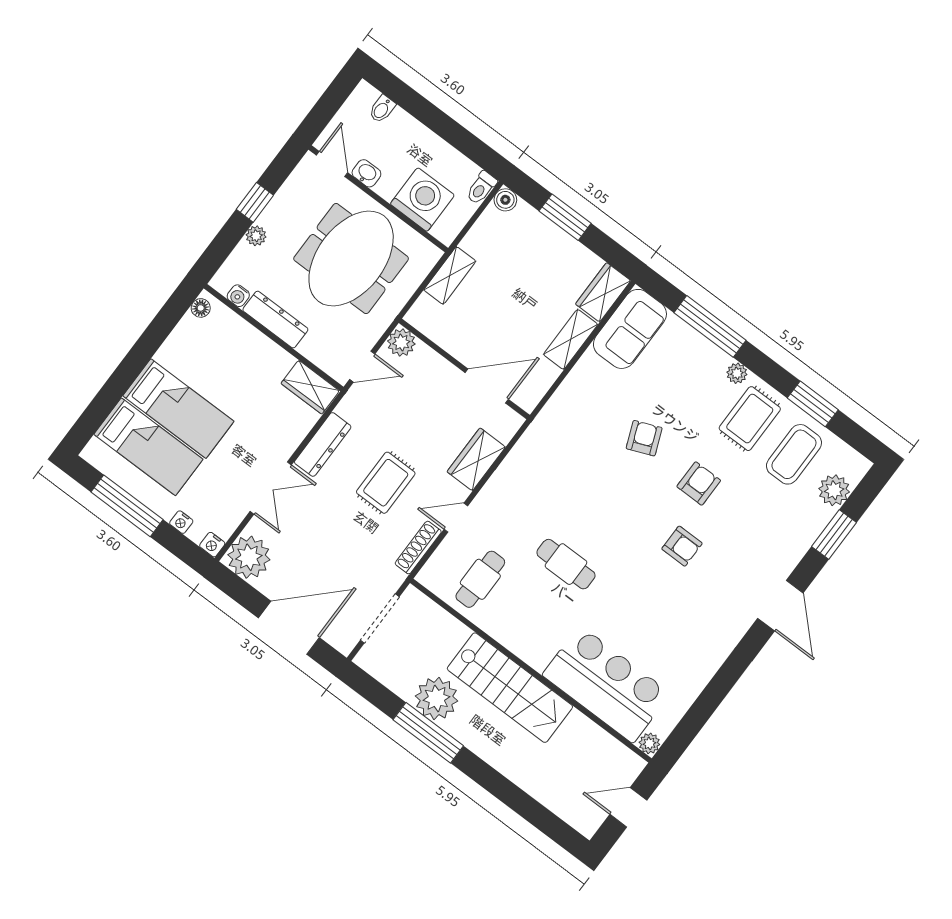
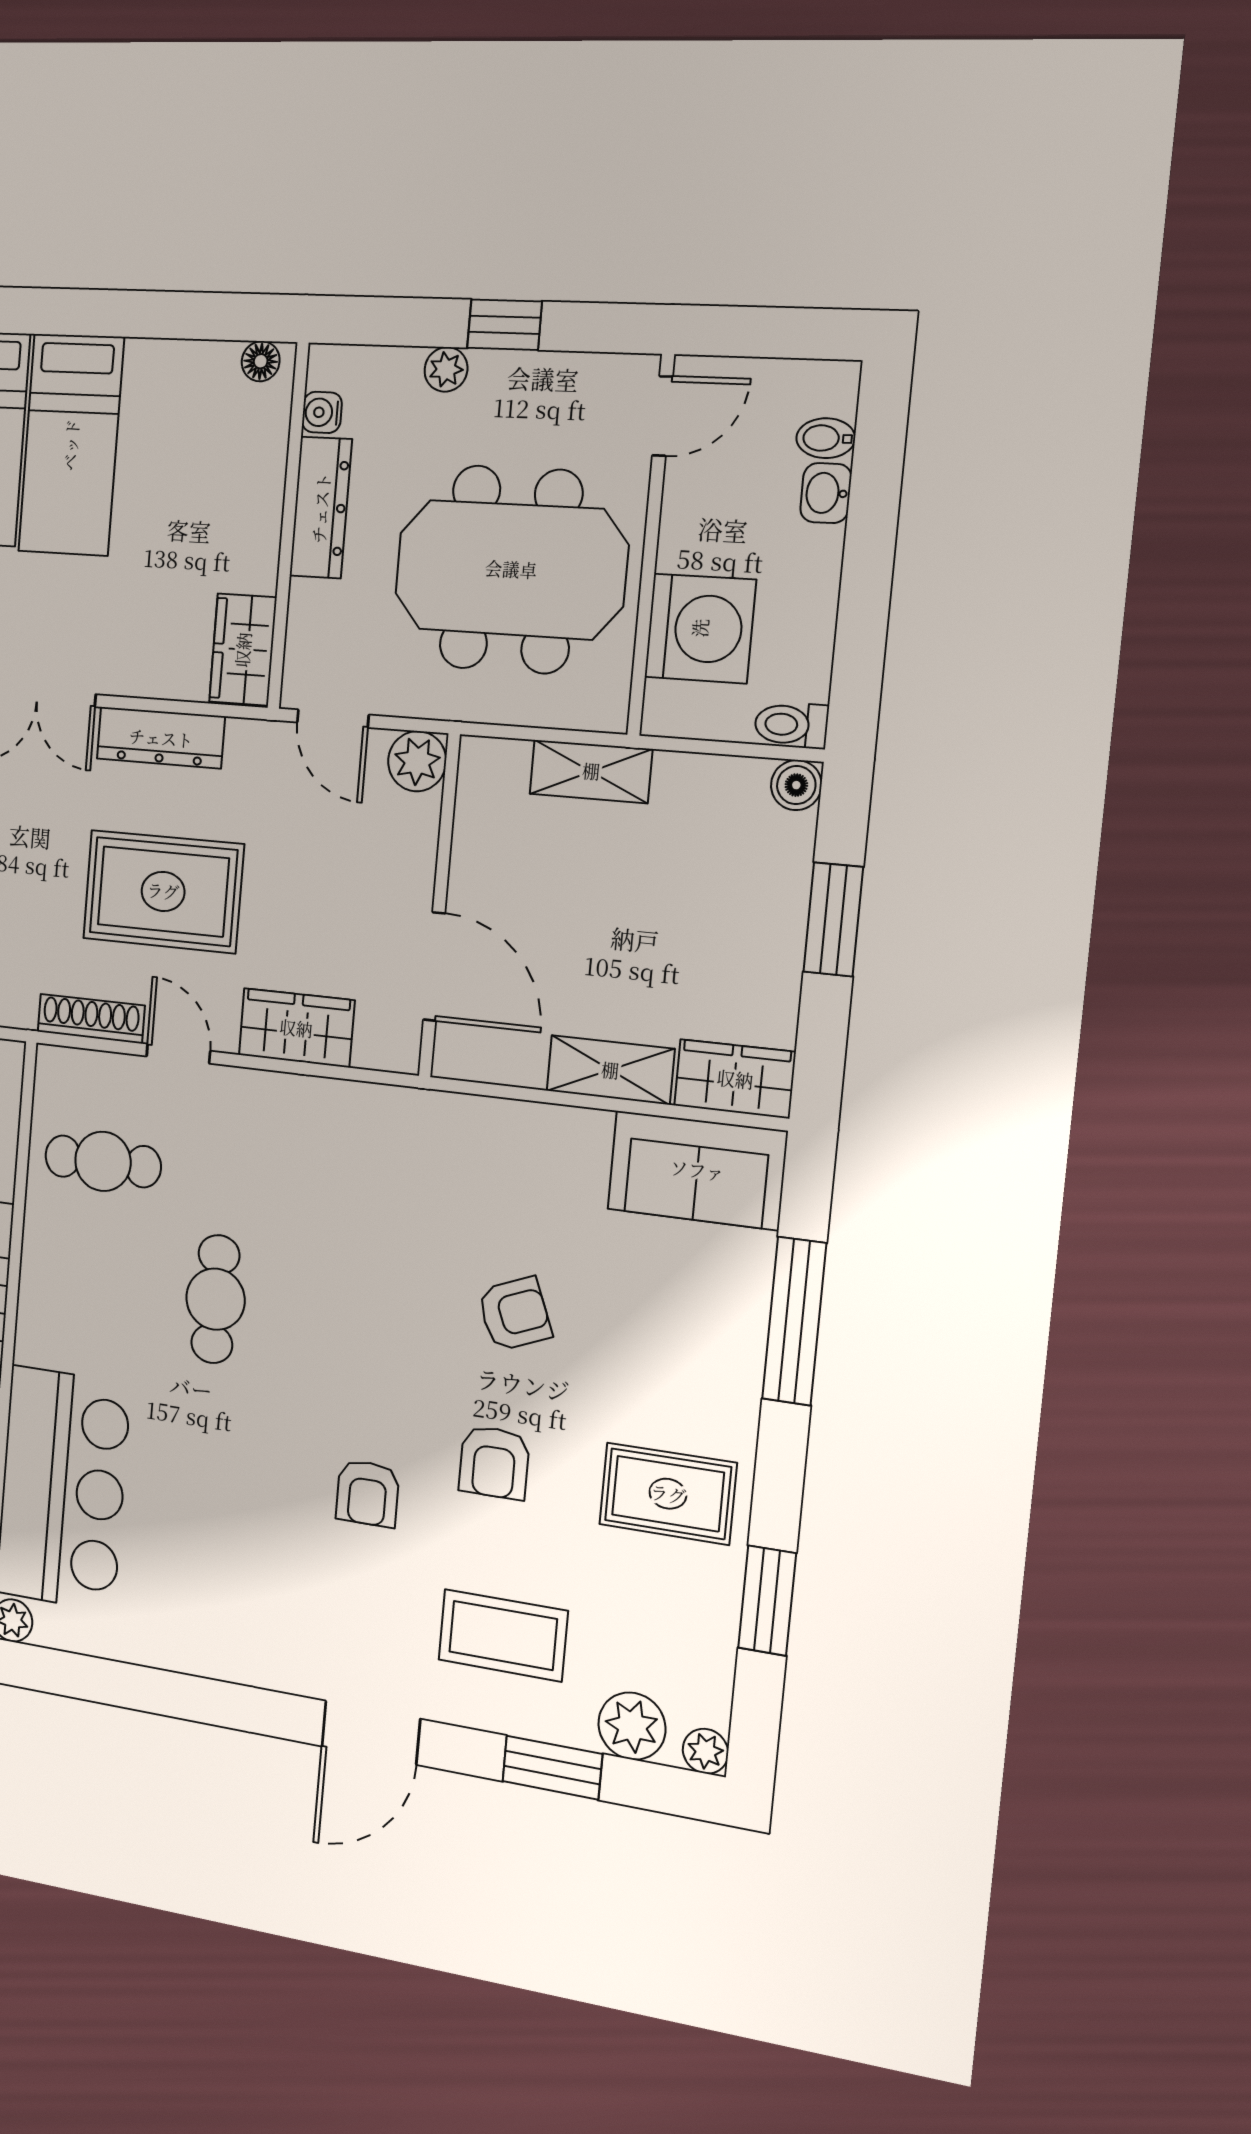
washbasin: (366, 173) -> (826, 493), moved, turned 180
plant: (737, 373) -> (705, 1751), moved
coffee table: (794, 454) -> (503, 1635), moved
rug: (386, 483) -> (163, 891), width x1.36, depth x1.43
armchair: (699, 483) -> (494, 1462), turned 90

